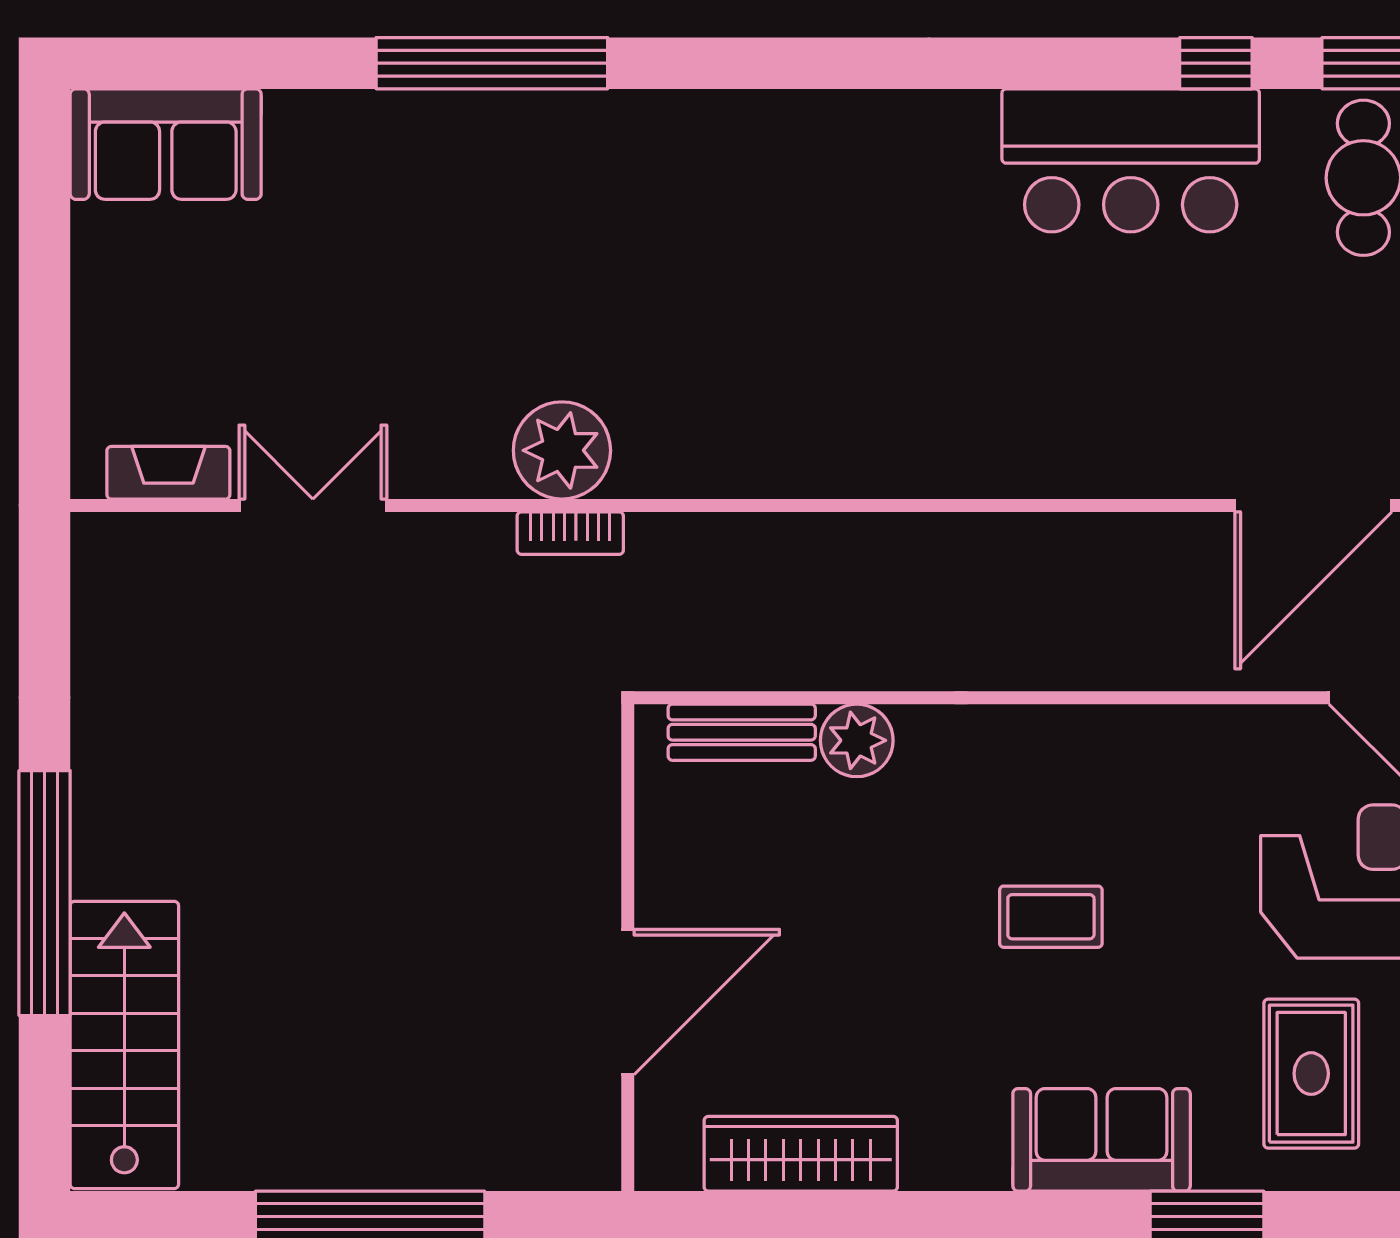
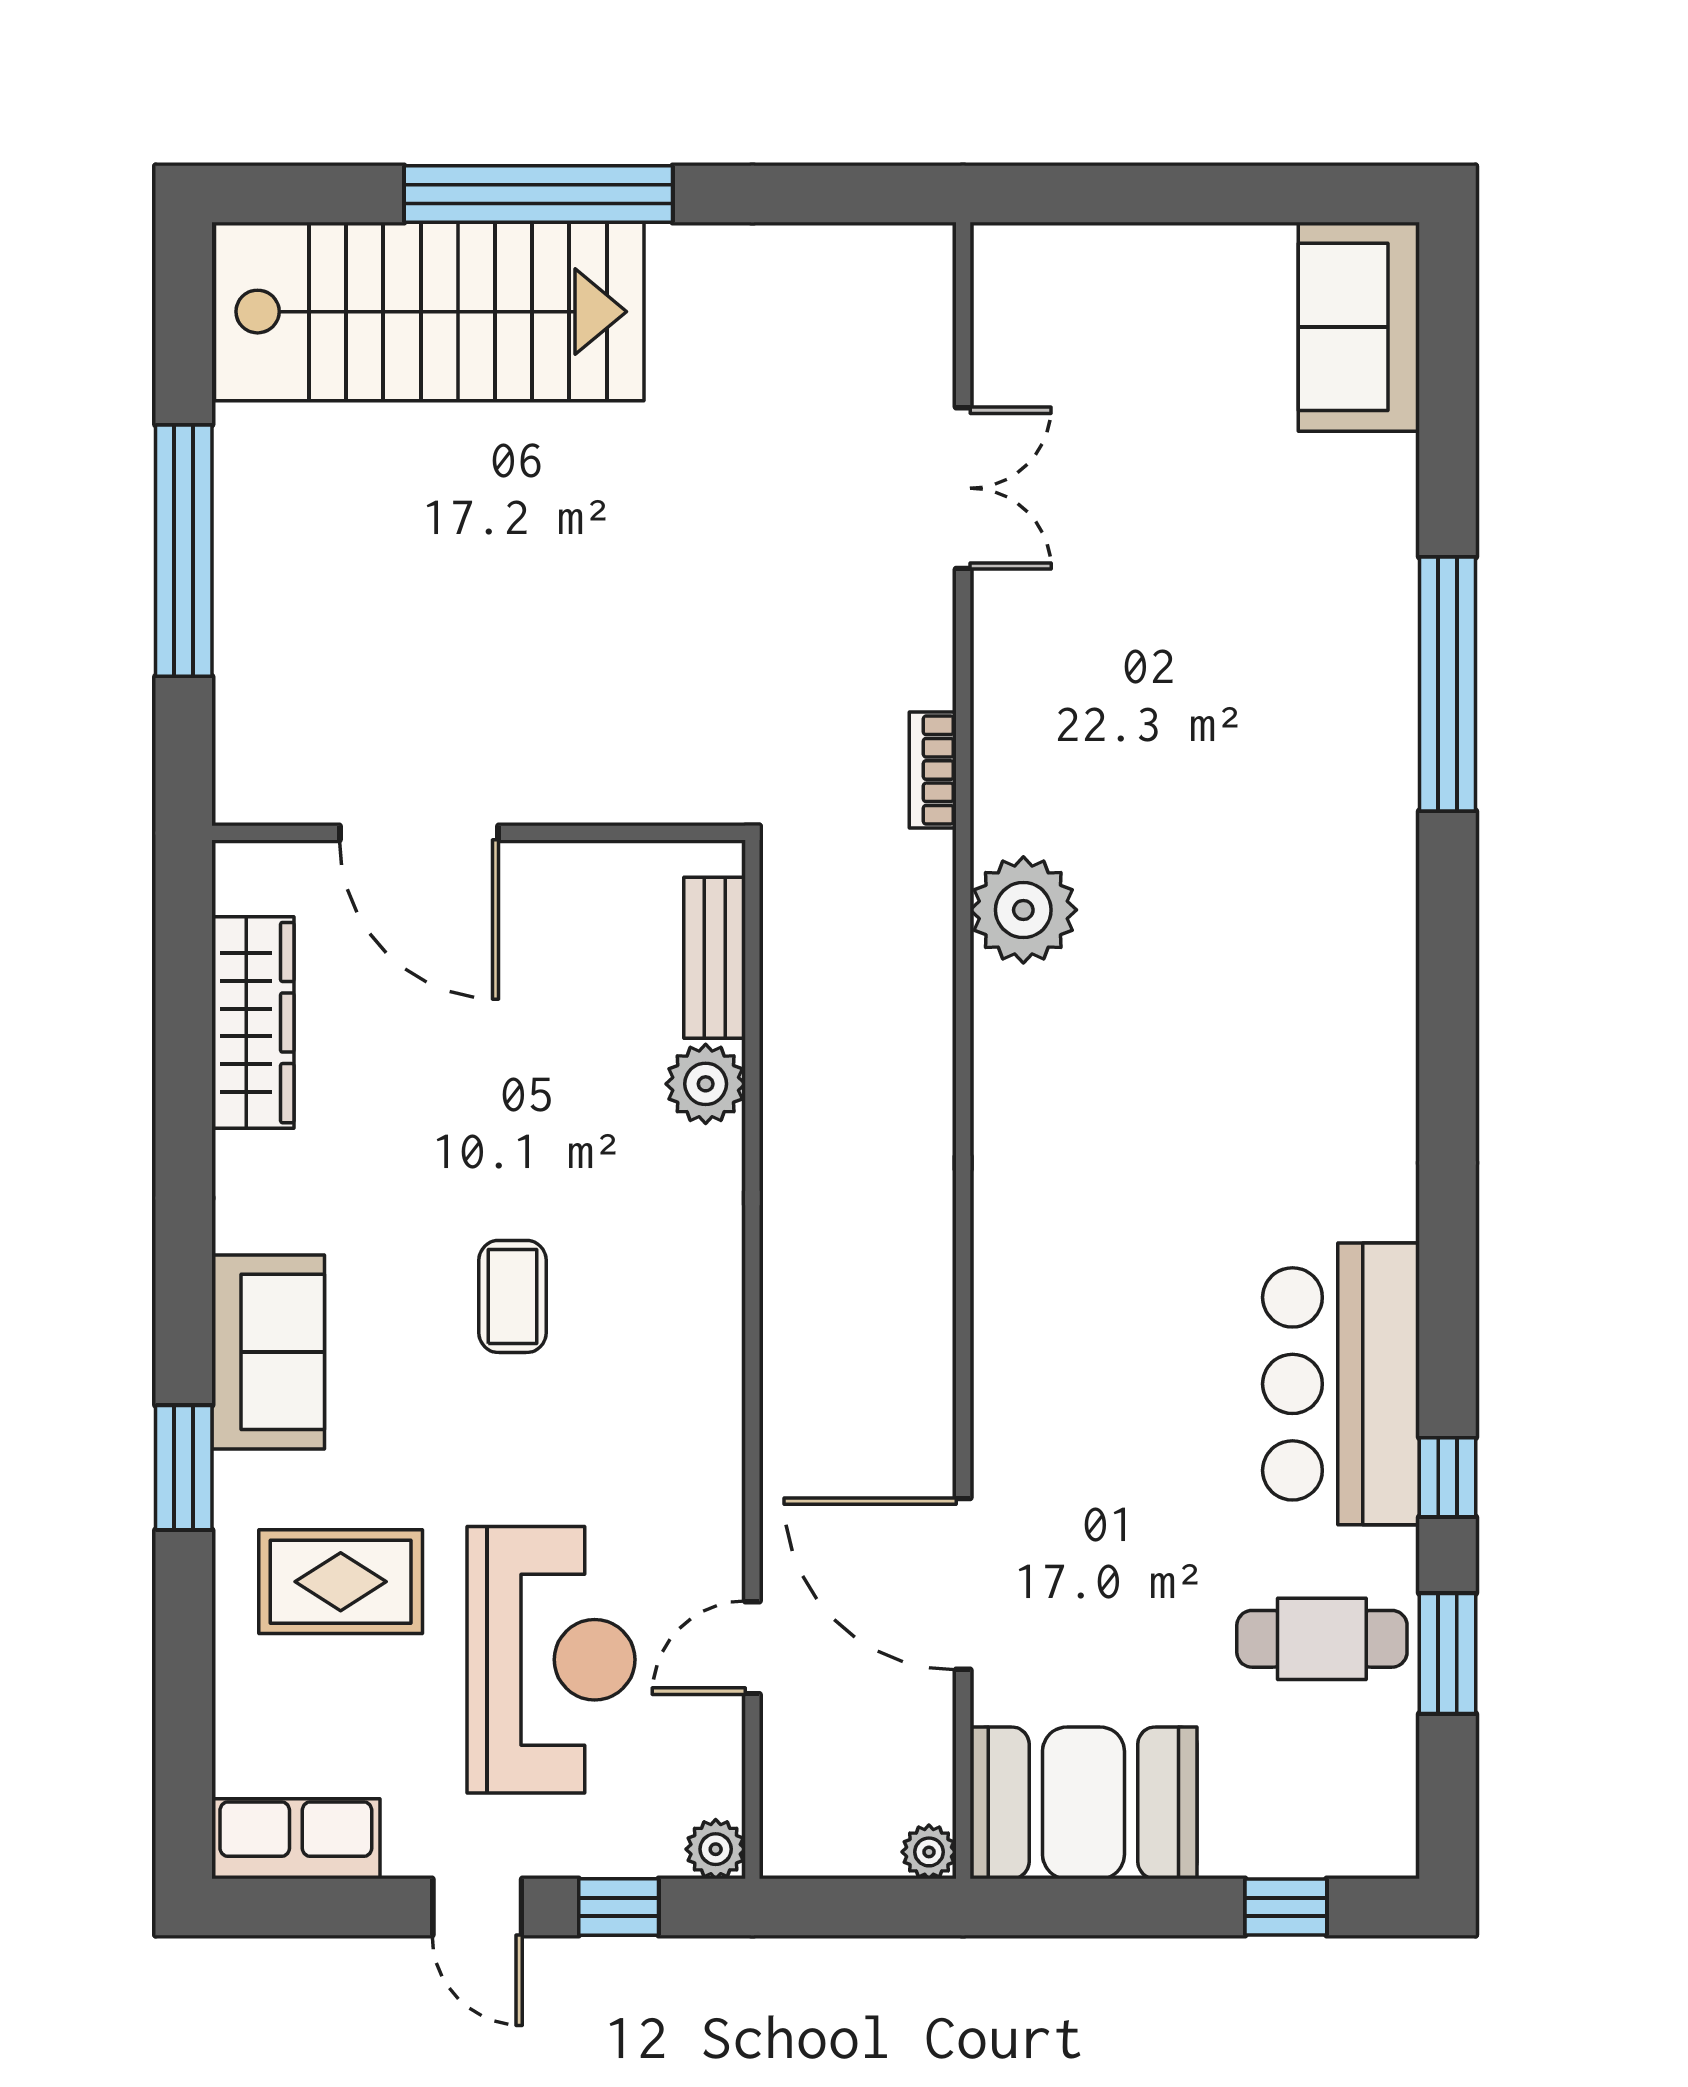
plant: (562, 450) -> (1023, 910), moved
fireplace: (168, 473) -> (999, 330), removed
stairs: (124, 1045) -> (429, 312), width x1.36, depth x1.51

